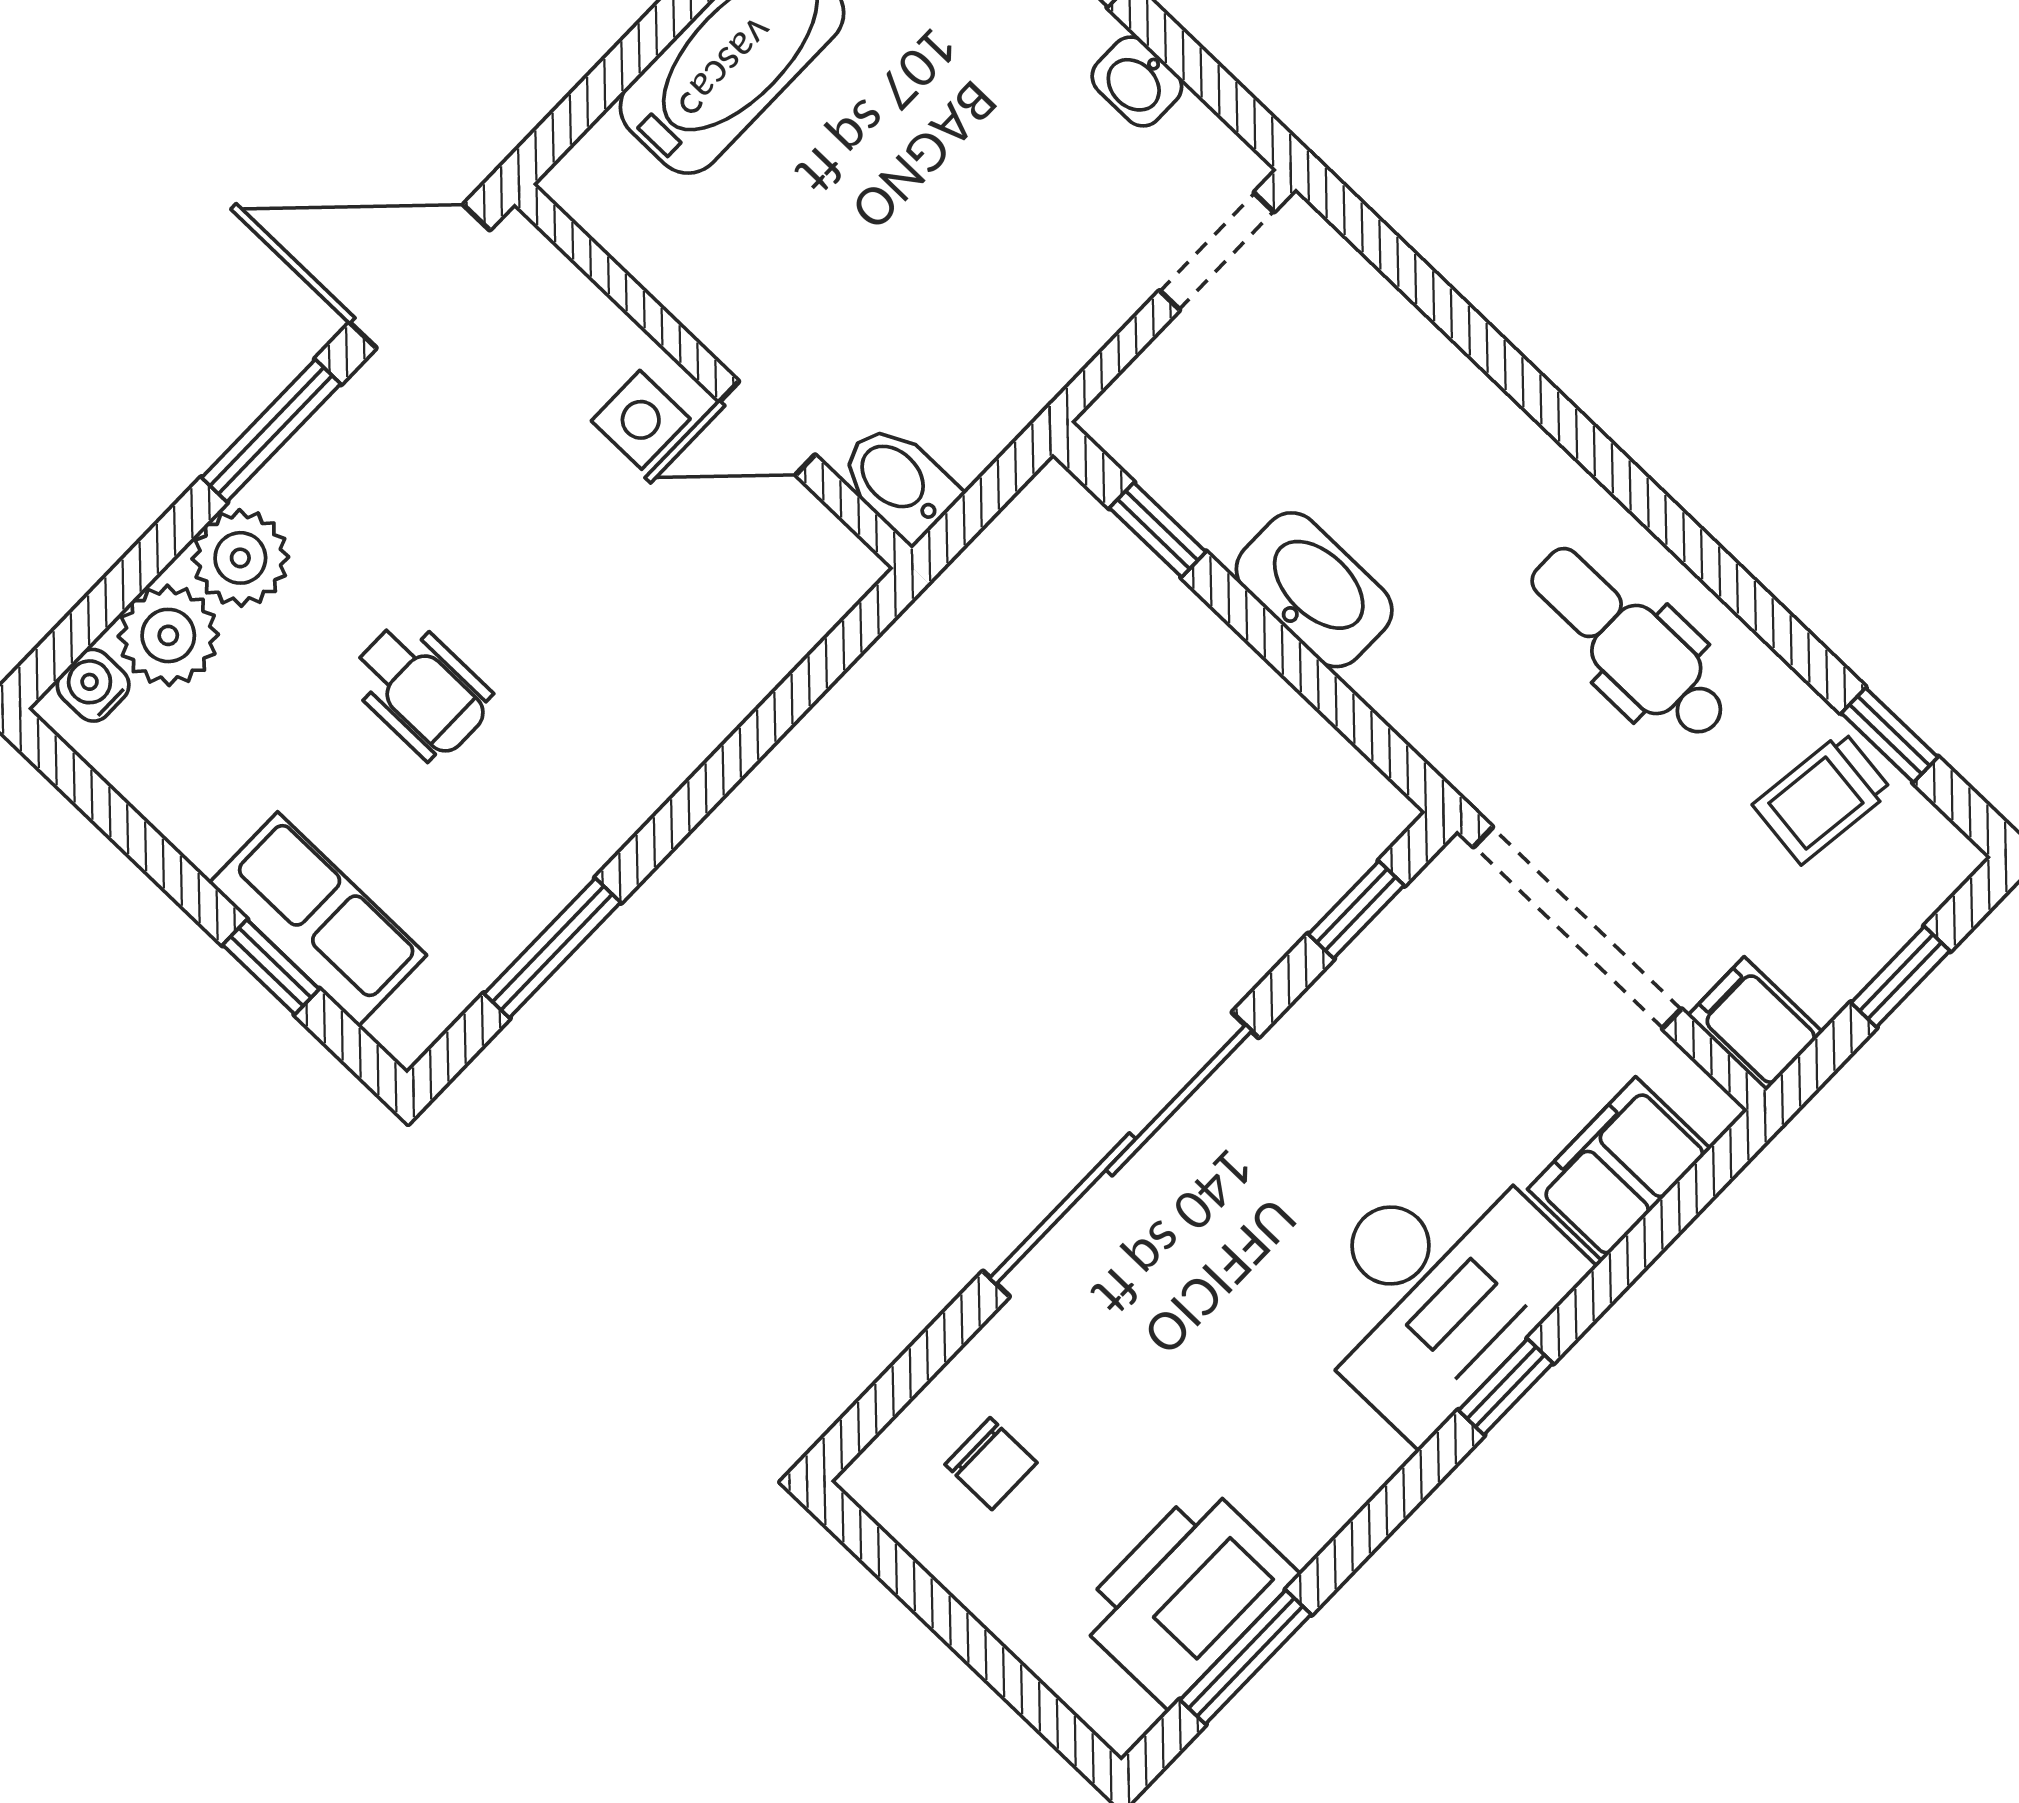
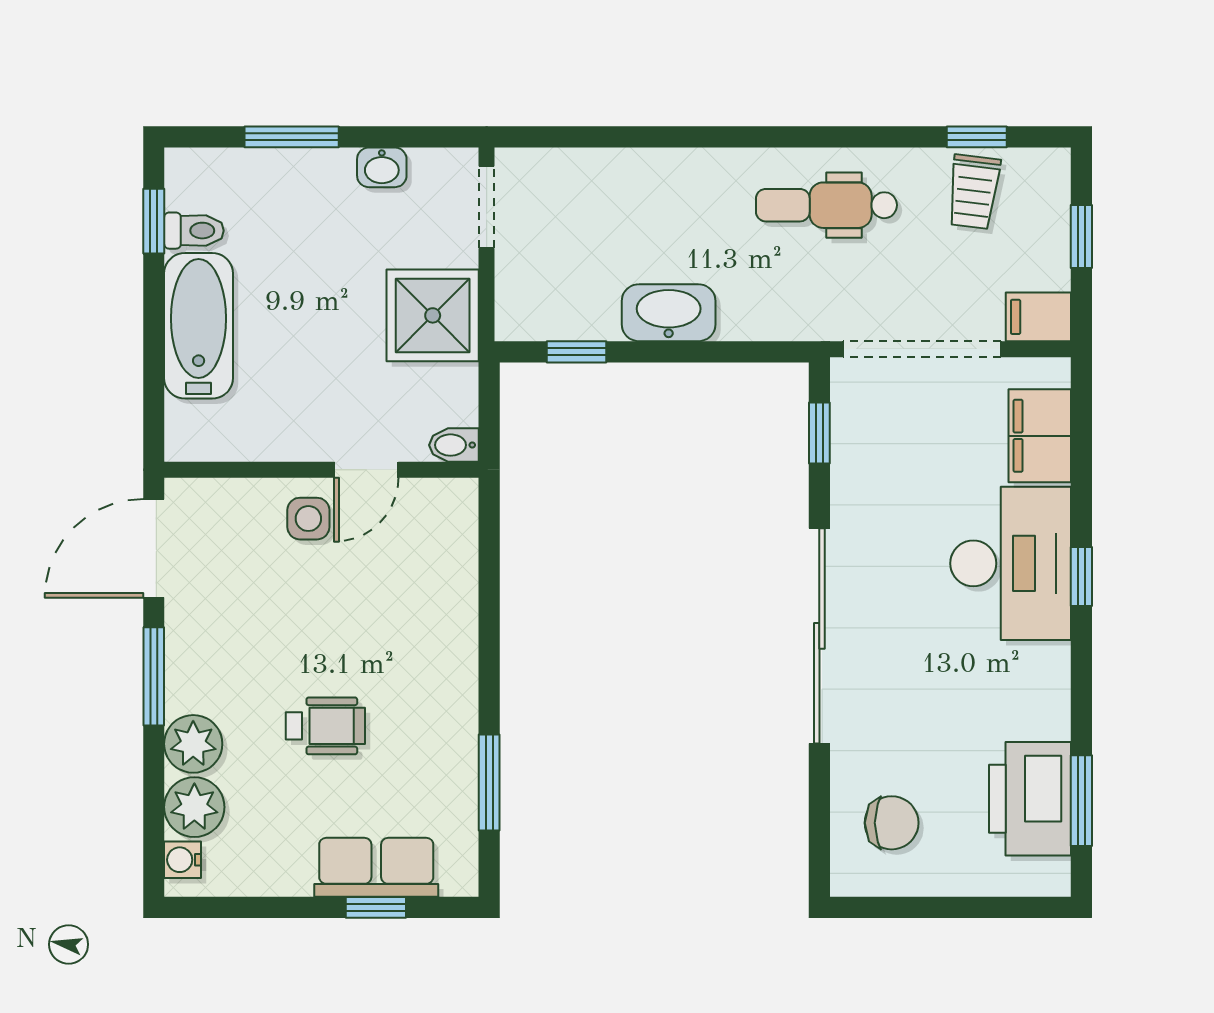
shower: (1026, 319) -> (433, 315), added
bidet: (898, 482) -> (454, 445), width x0.72, depth x0.74
chair: (991, 1464) -> (892, 823), width x1.37, depth x1.37

